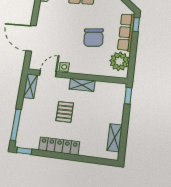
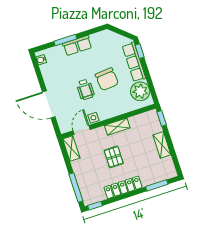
wheelchair: (70, 39) -> (85, 89), added
shelving: (115, 138) -> (162, 145), moved
window: (93, 160) -> (157, 185), added

